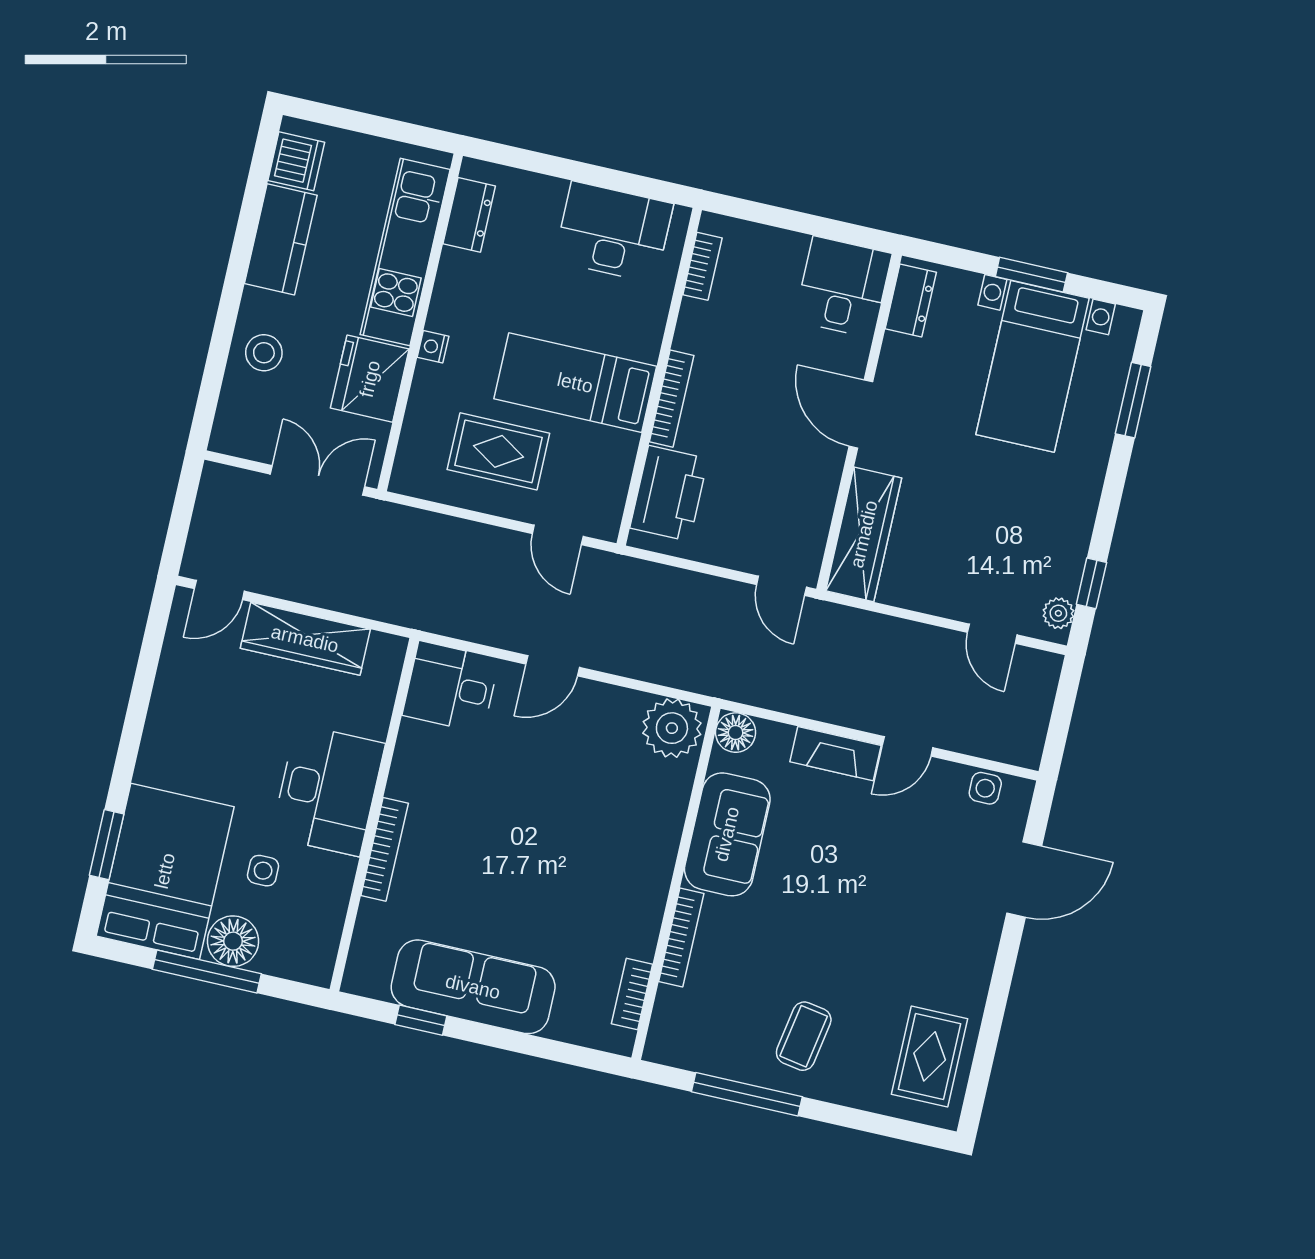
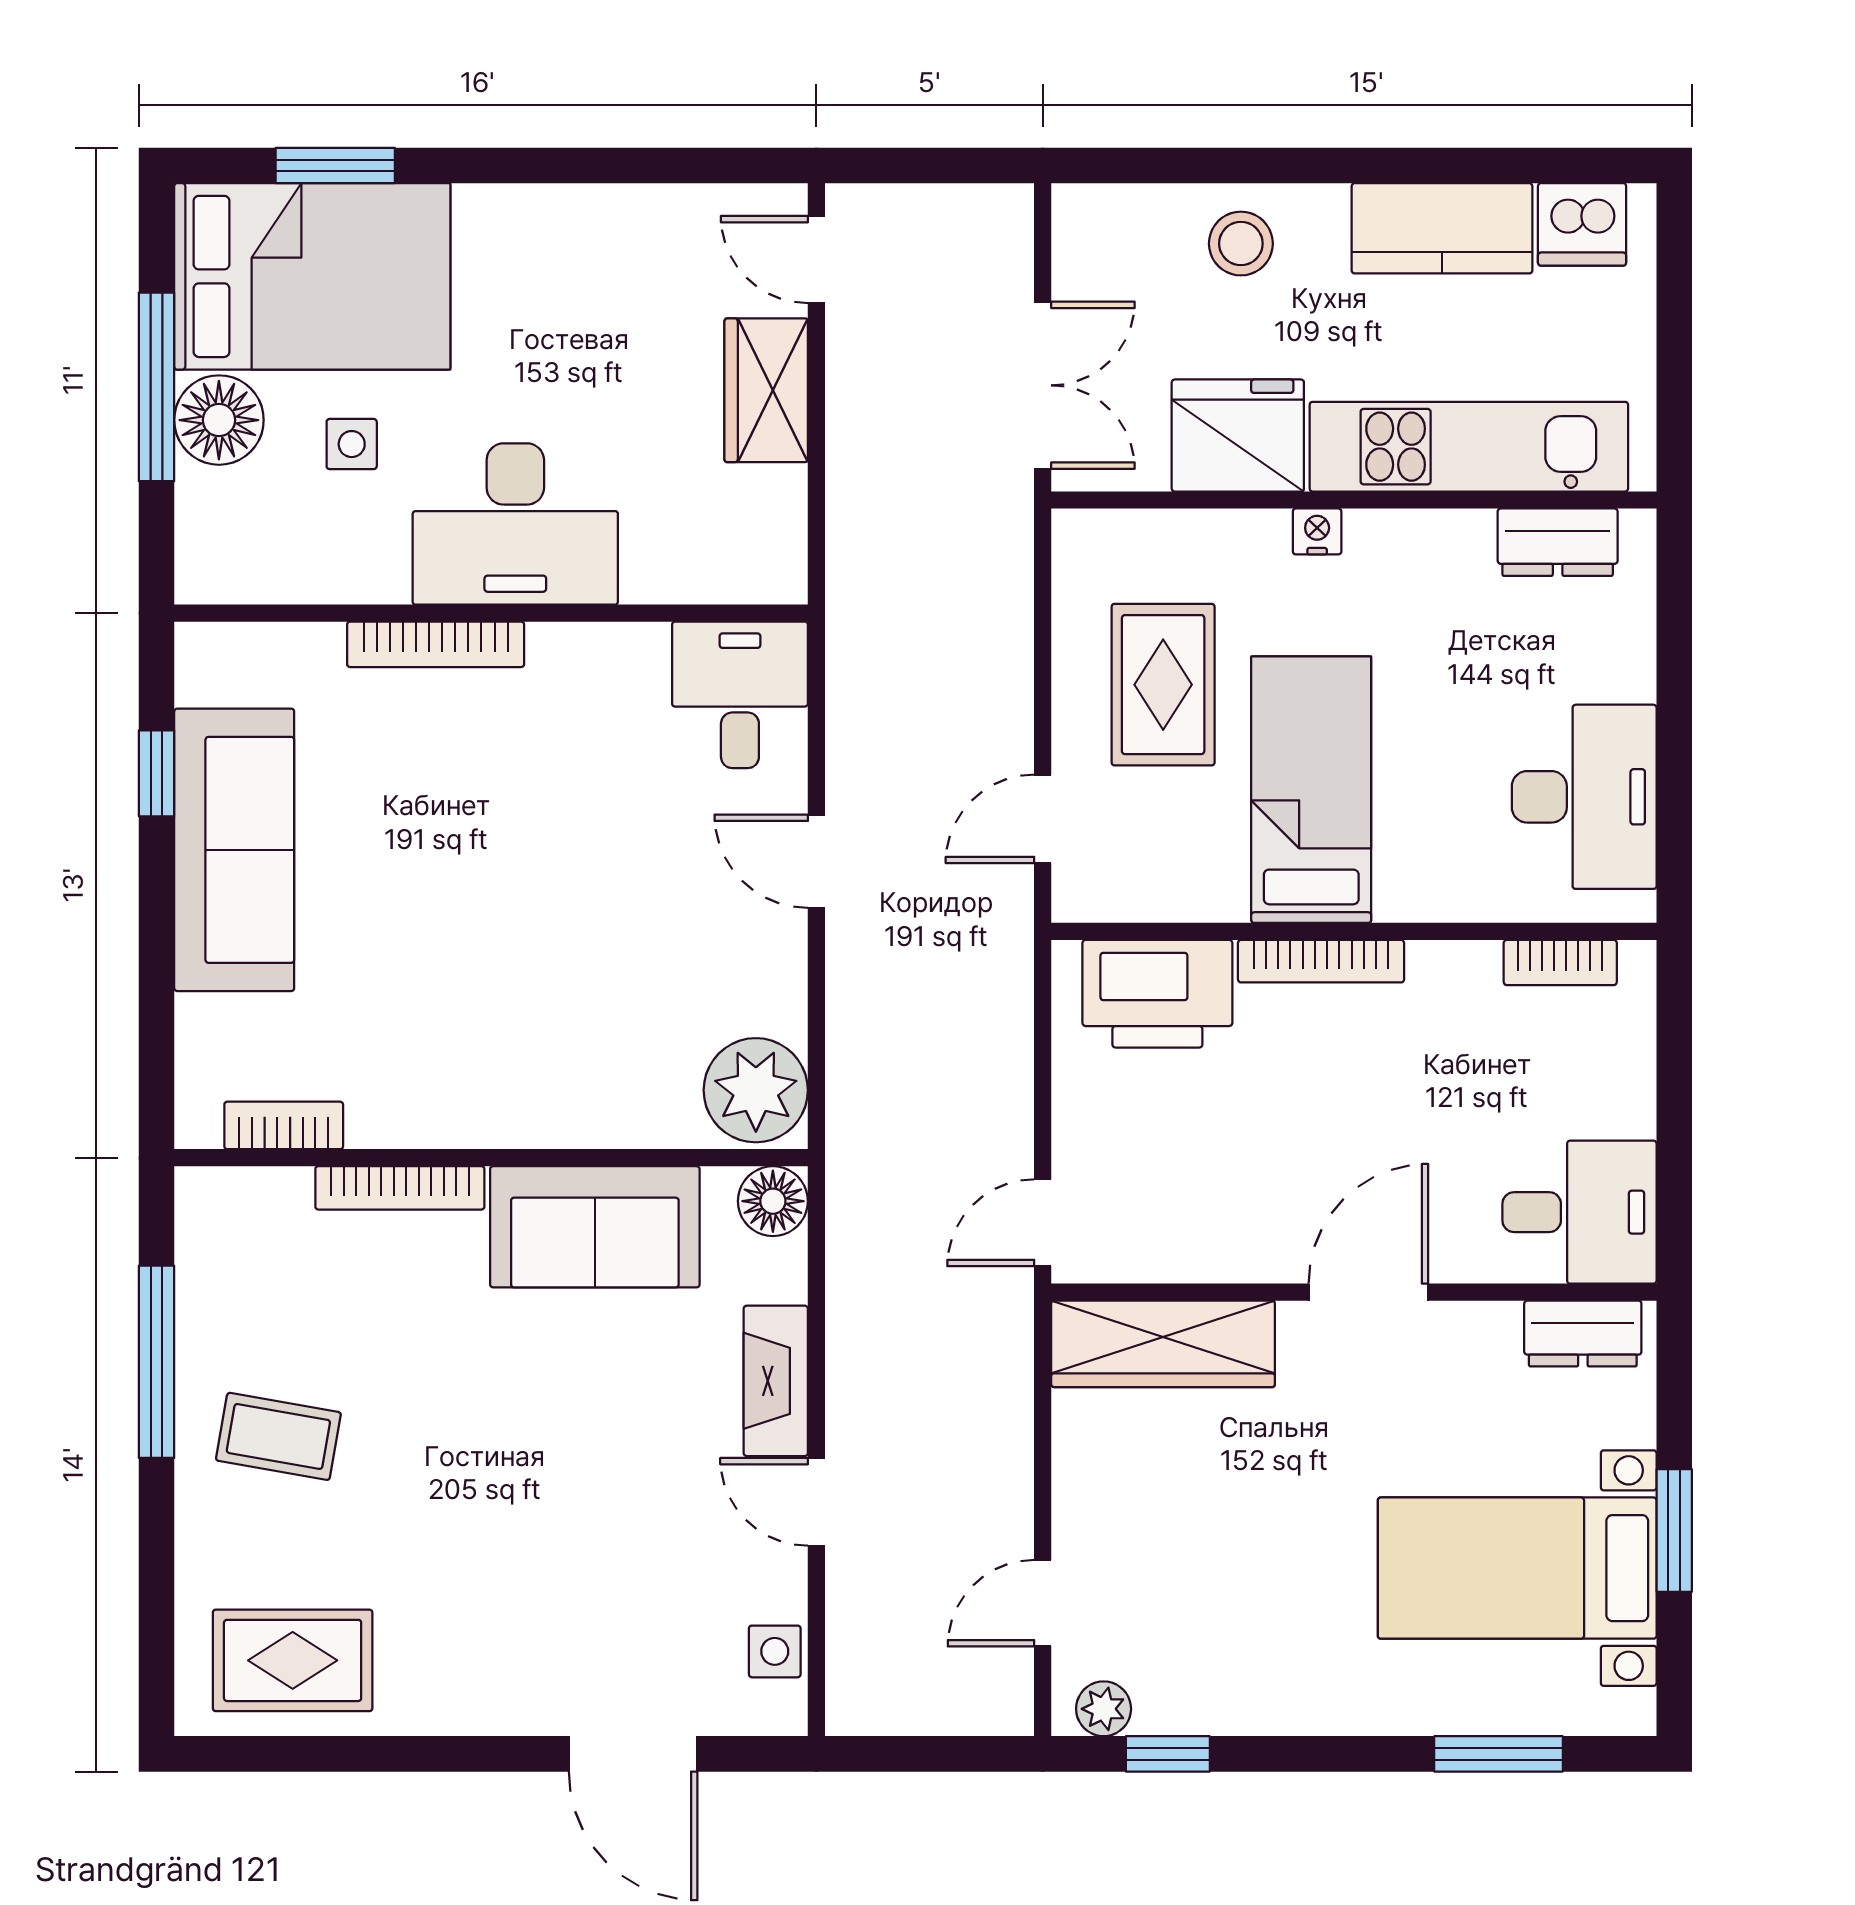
wardrobe: (305, 639) -> (766, 390), width x0.67

